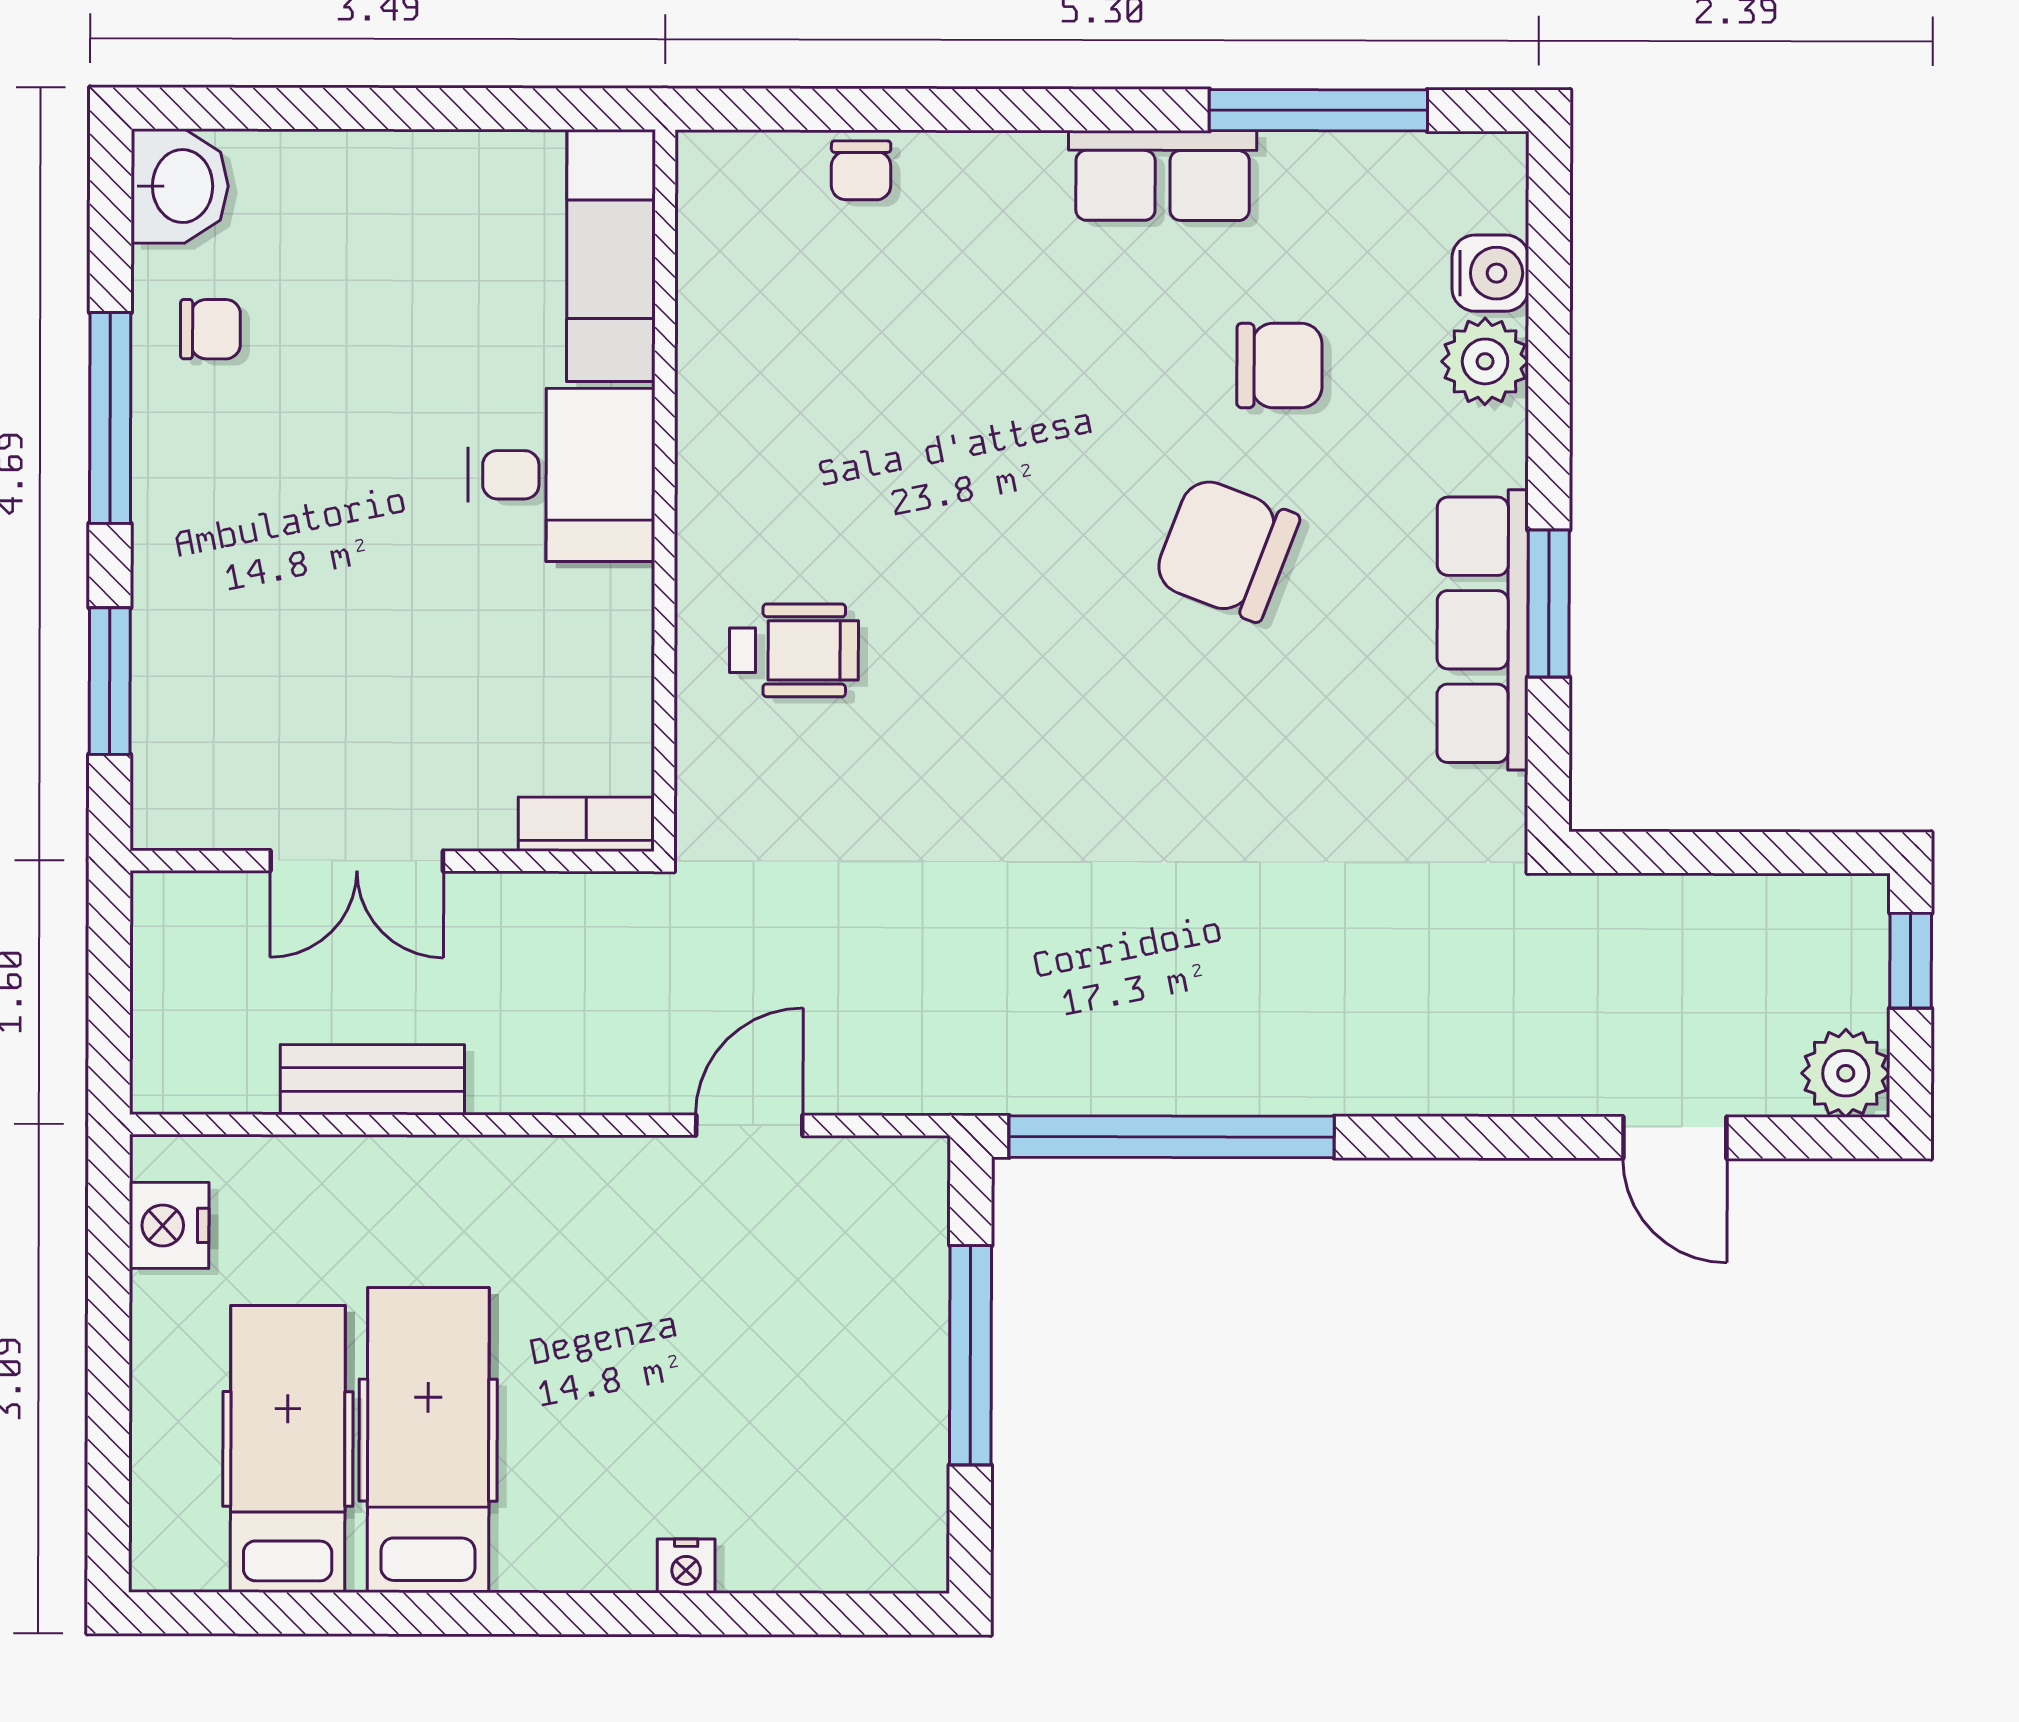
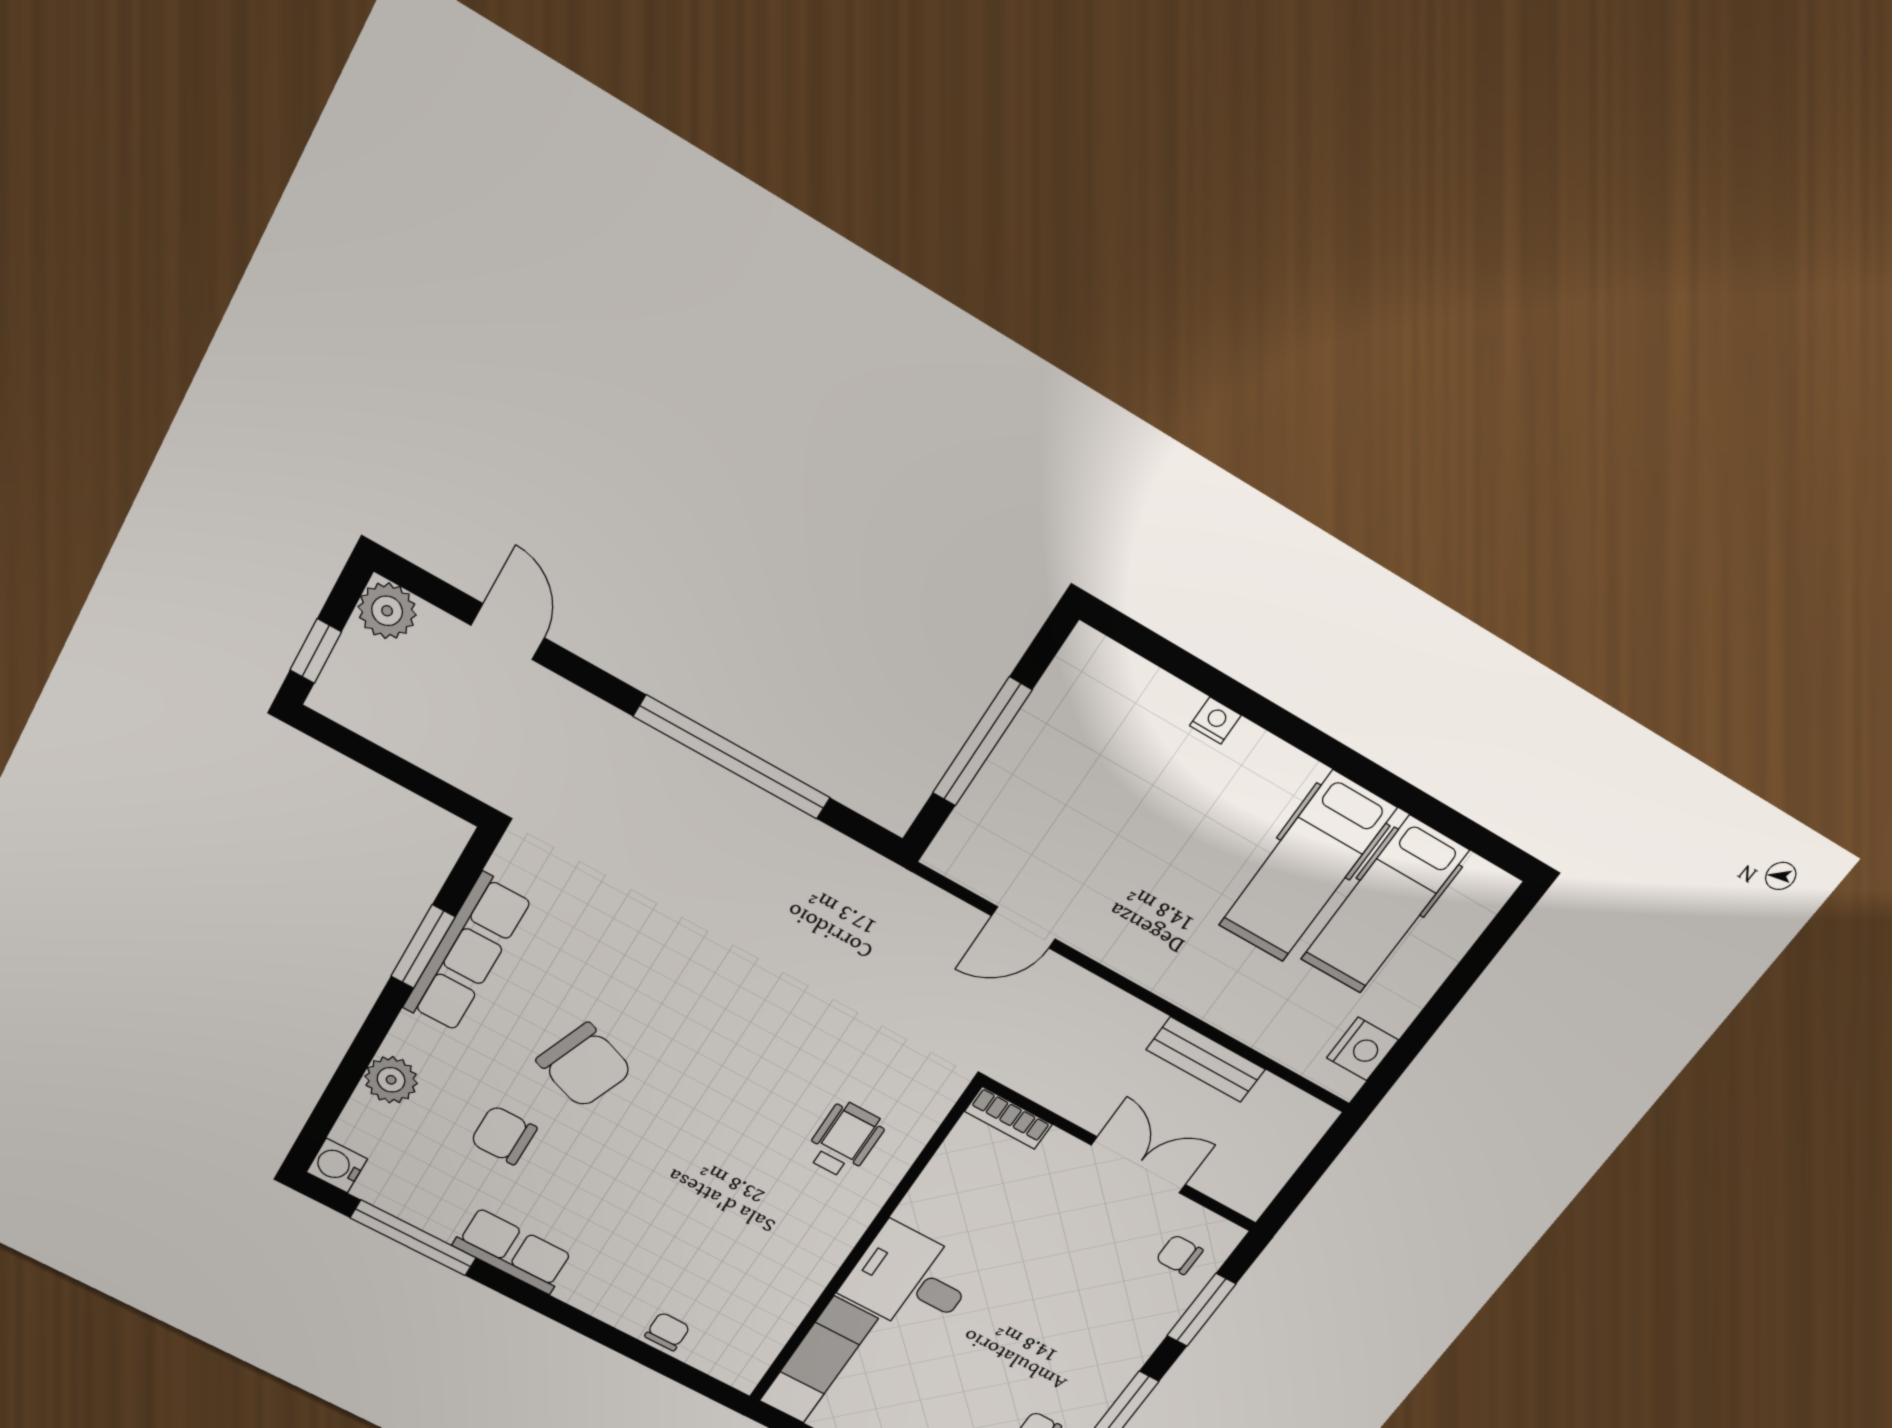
water cooler: (1490, 273) -> (337, 1166), moved
wheelchair: (794, 650) -> (845, 1140), turned 90
chair: (203, 752) -> (1179, 1255), added
window: (1172, 1137) -> (732, 757), moved

